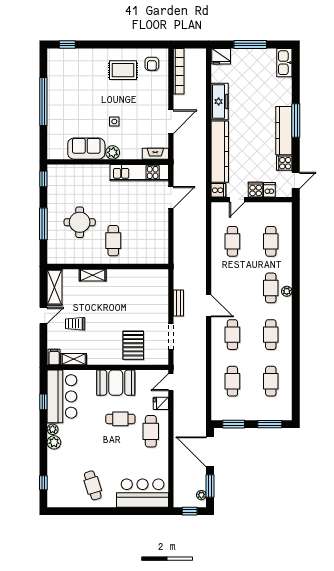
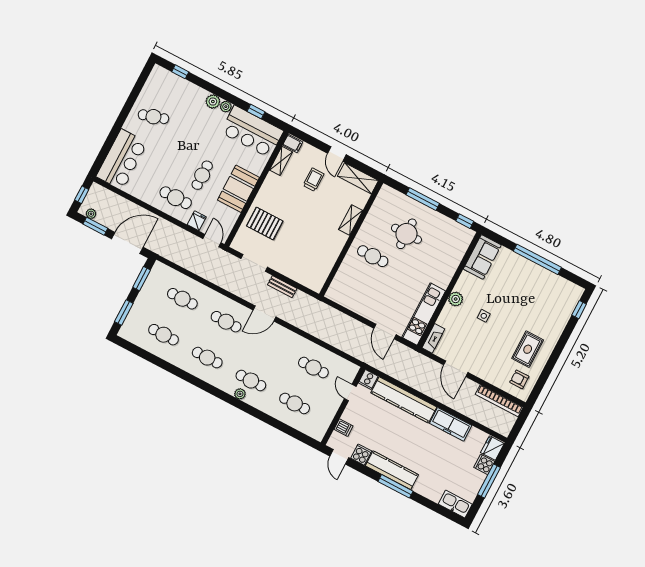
sofa: (86, 149) -> (482, 257), moved
cooker: (256, 190) -> (484, 464), moved, turned 180

